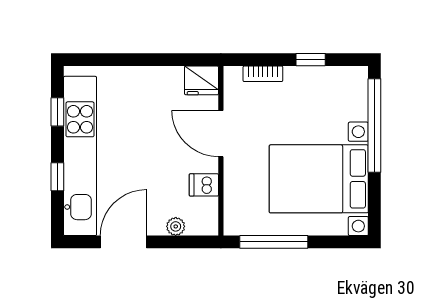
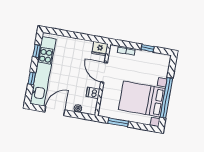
window: (374, 126) -> (166, 98), moved
window: (274, 242) -> (118, 122), width x0.69

